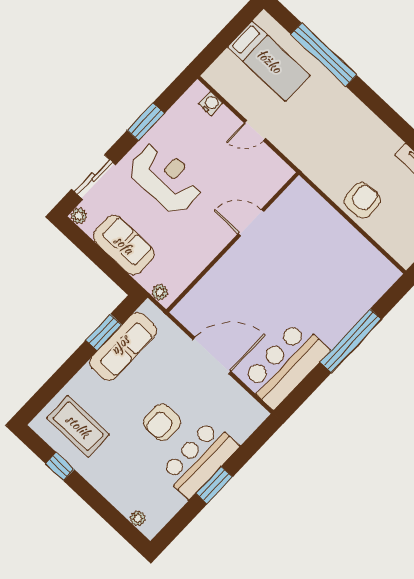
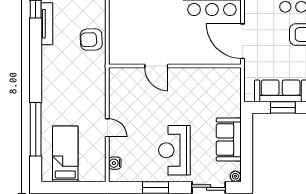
door: (251, 223) -> (156, 66), moved
wall: (233, 242) -> (175, 66), moved
plant: (160, 292) -> (235, 98), removed

